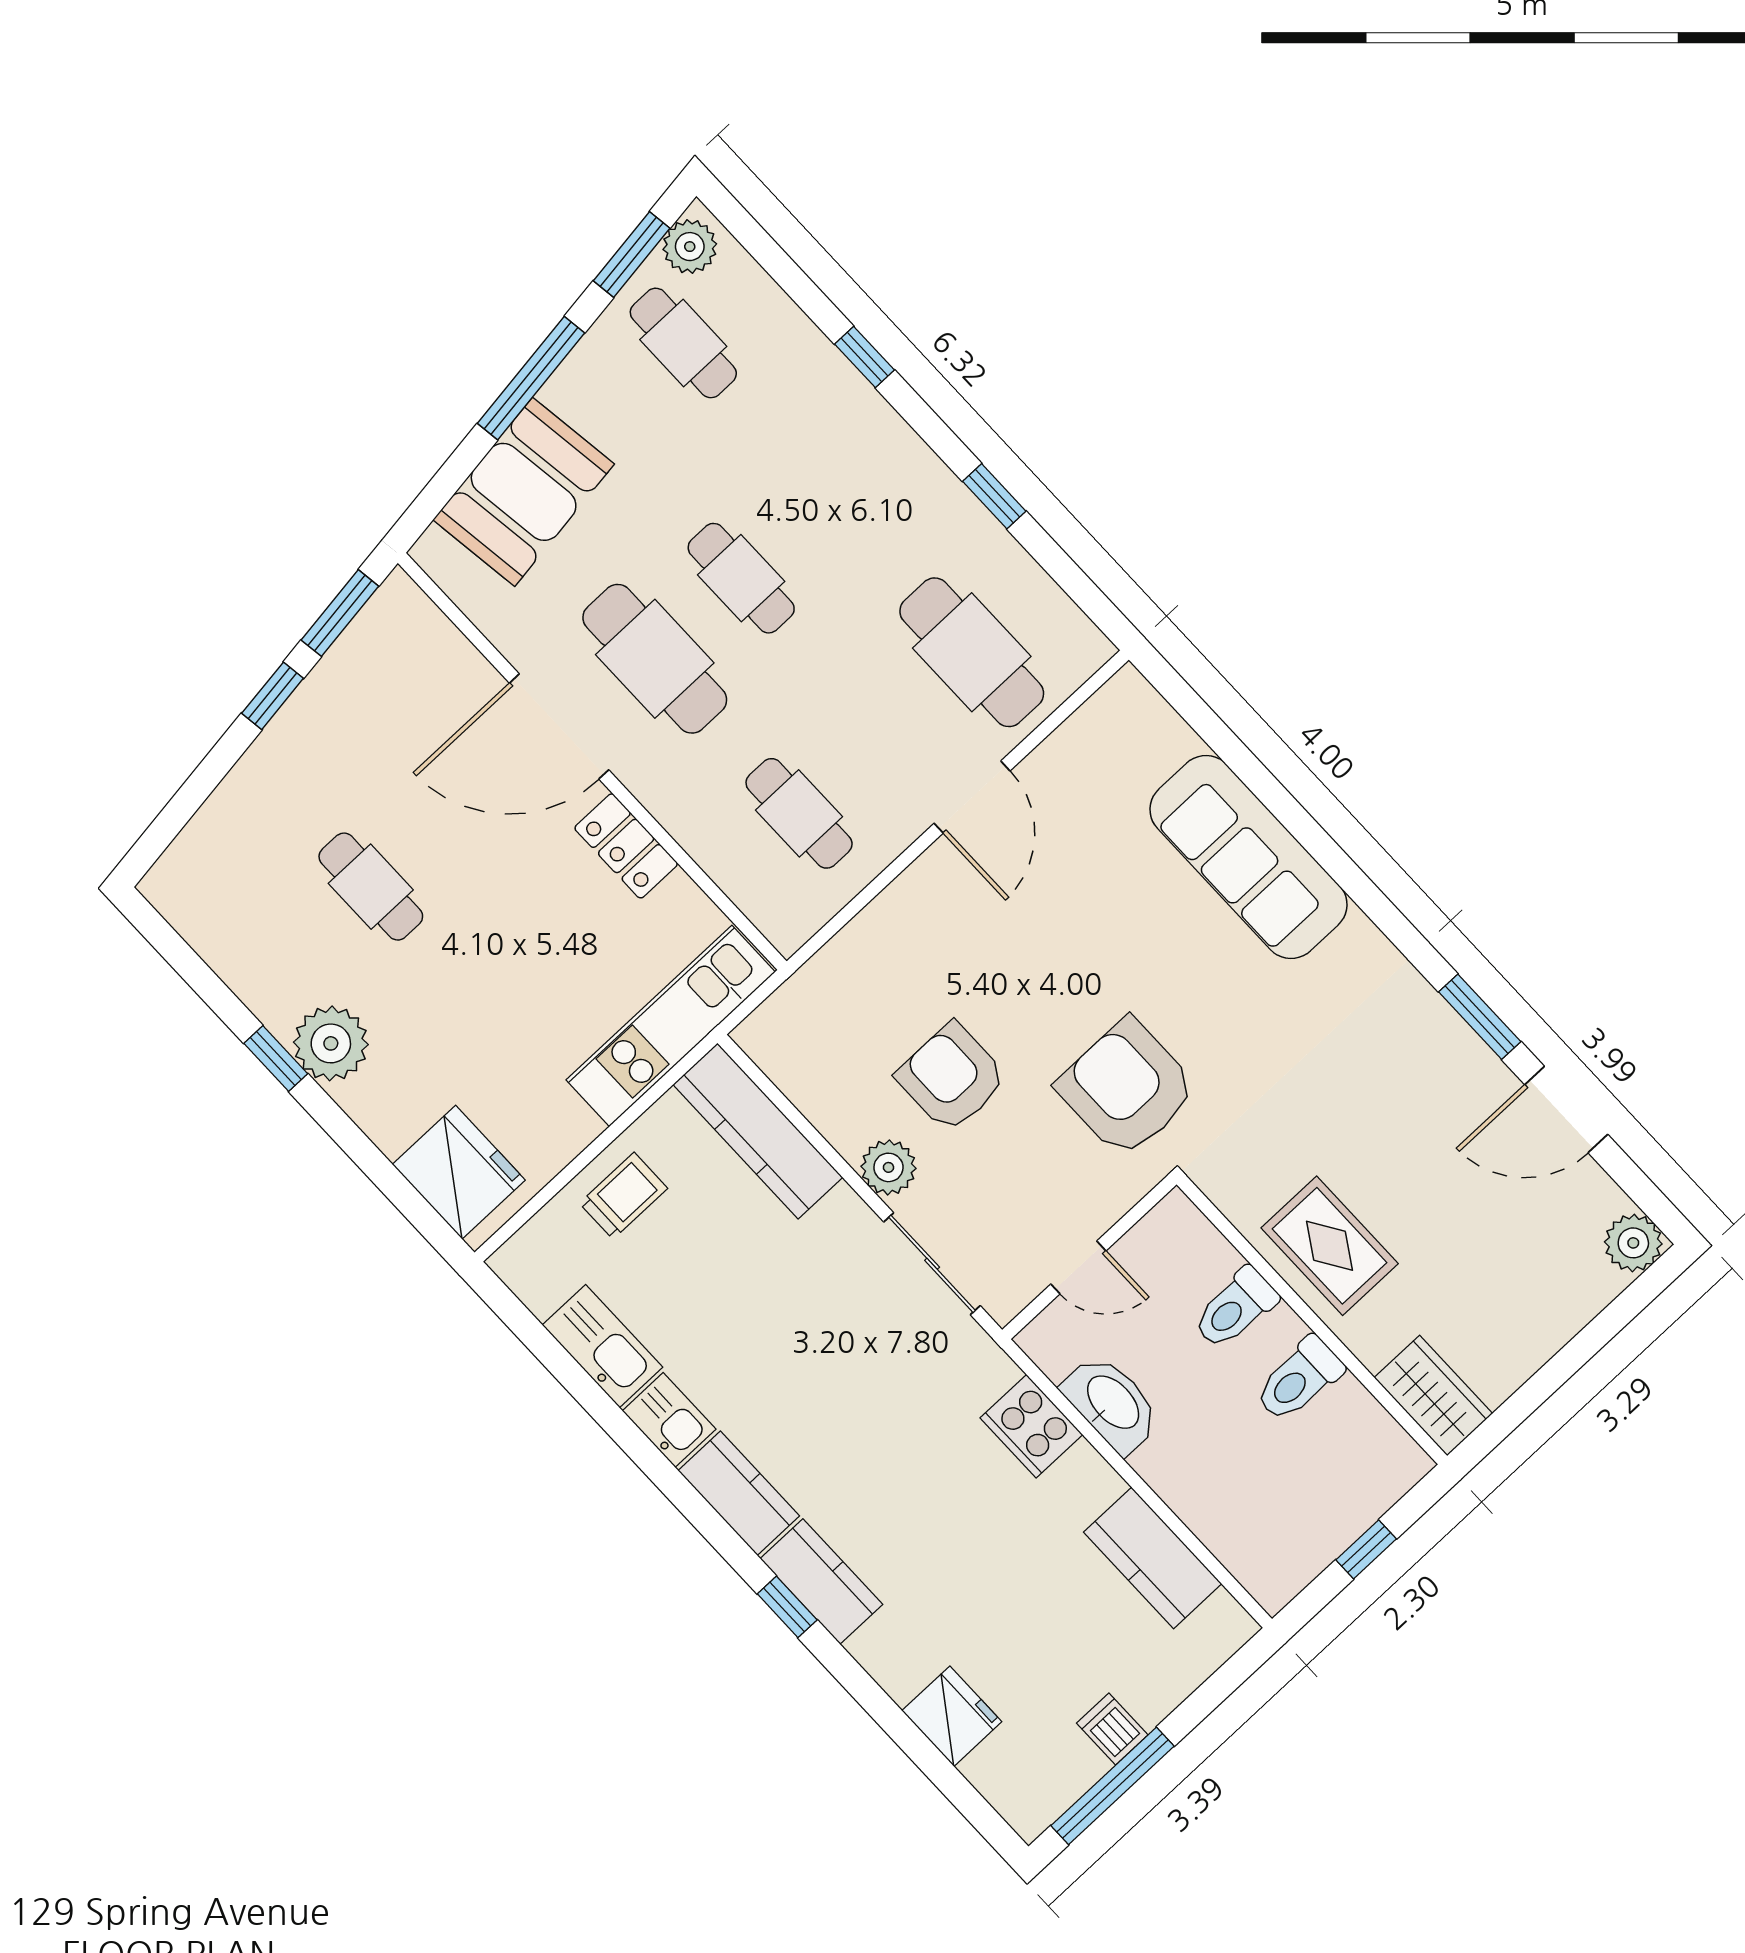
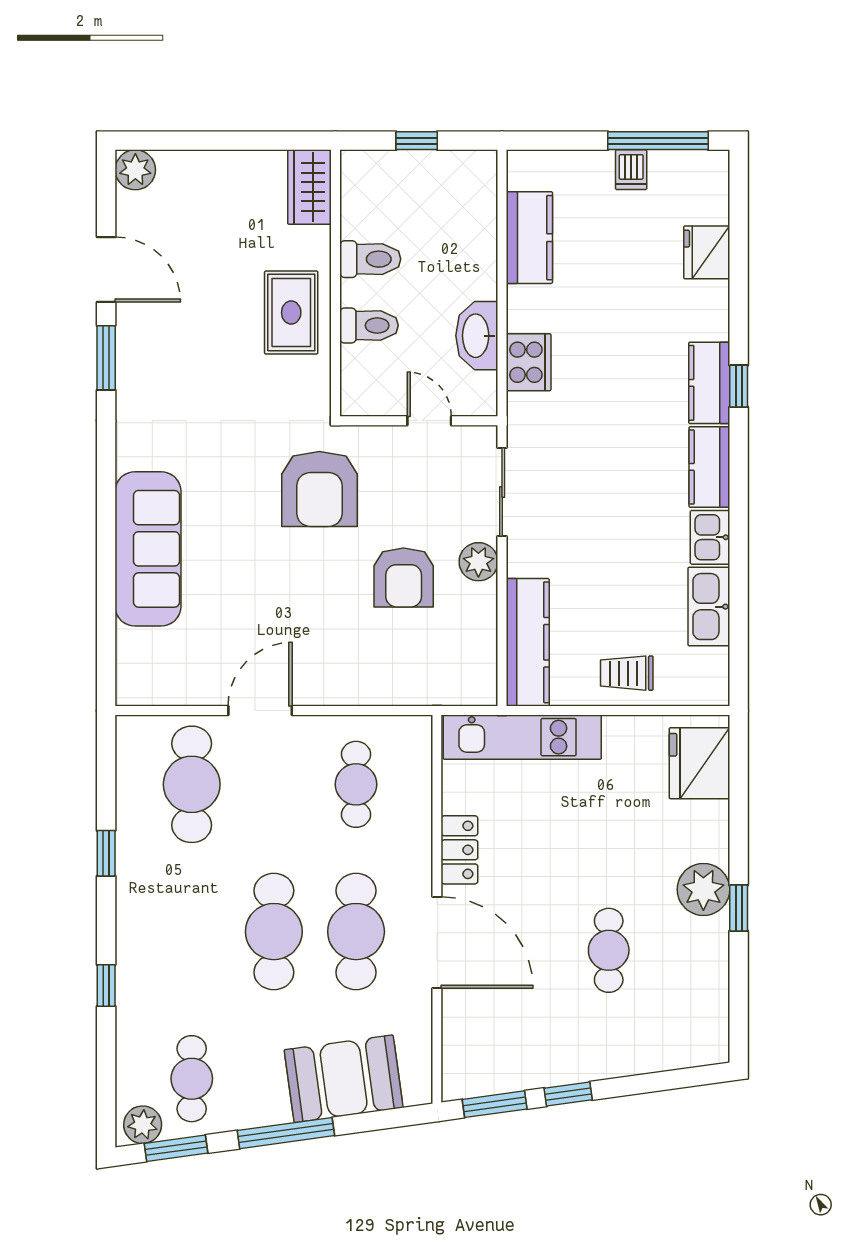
cafe table: (741, 578) -> (274, 932), width x1.37, depth x1.35

